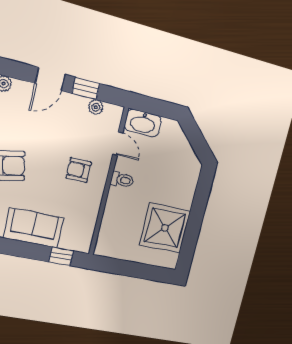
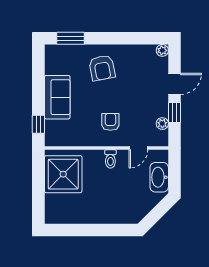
door: (50, 79) -> (174, 84), swing flipped
washbasin: (143, 123) -> (159, 177), moved
shower: (165, 228) -> (63, 174), moved

